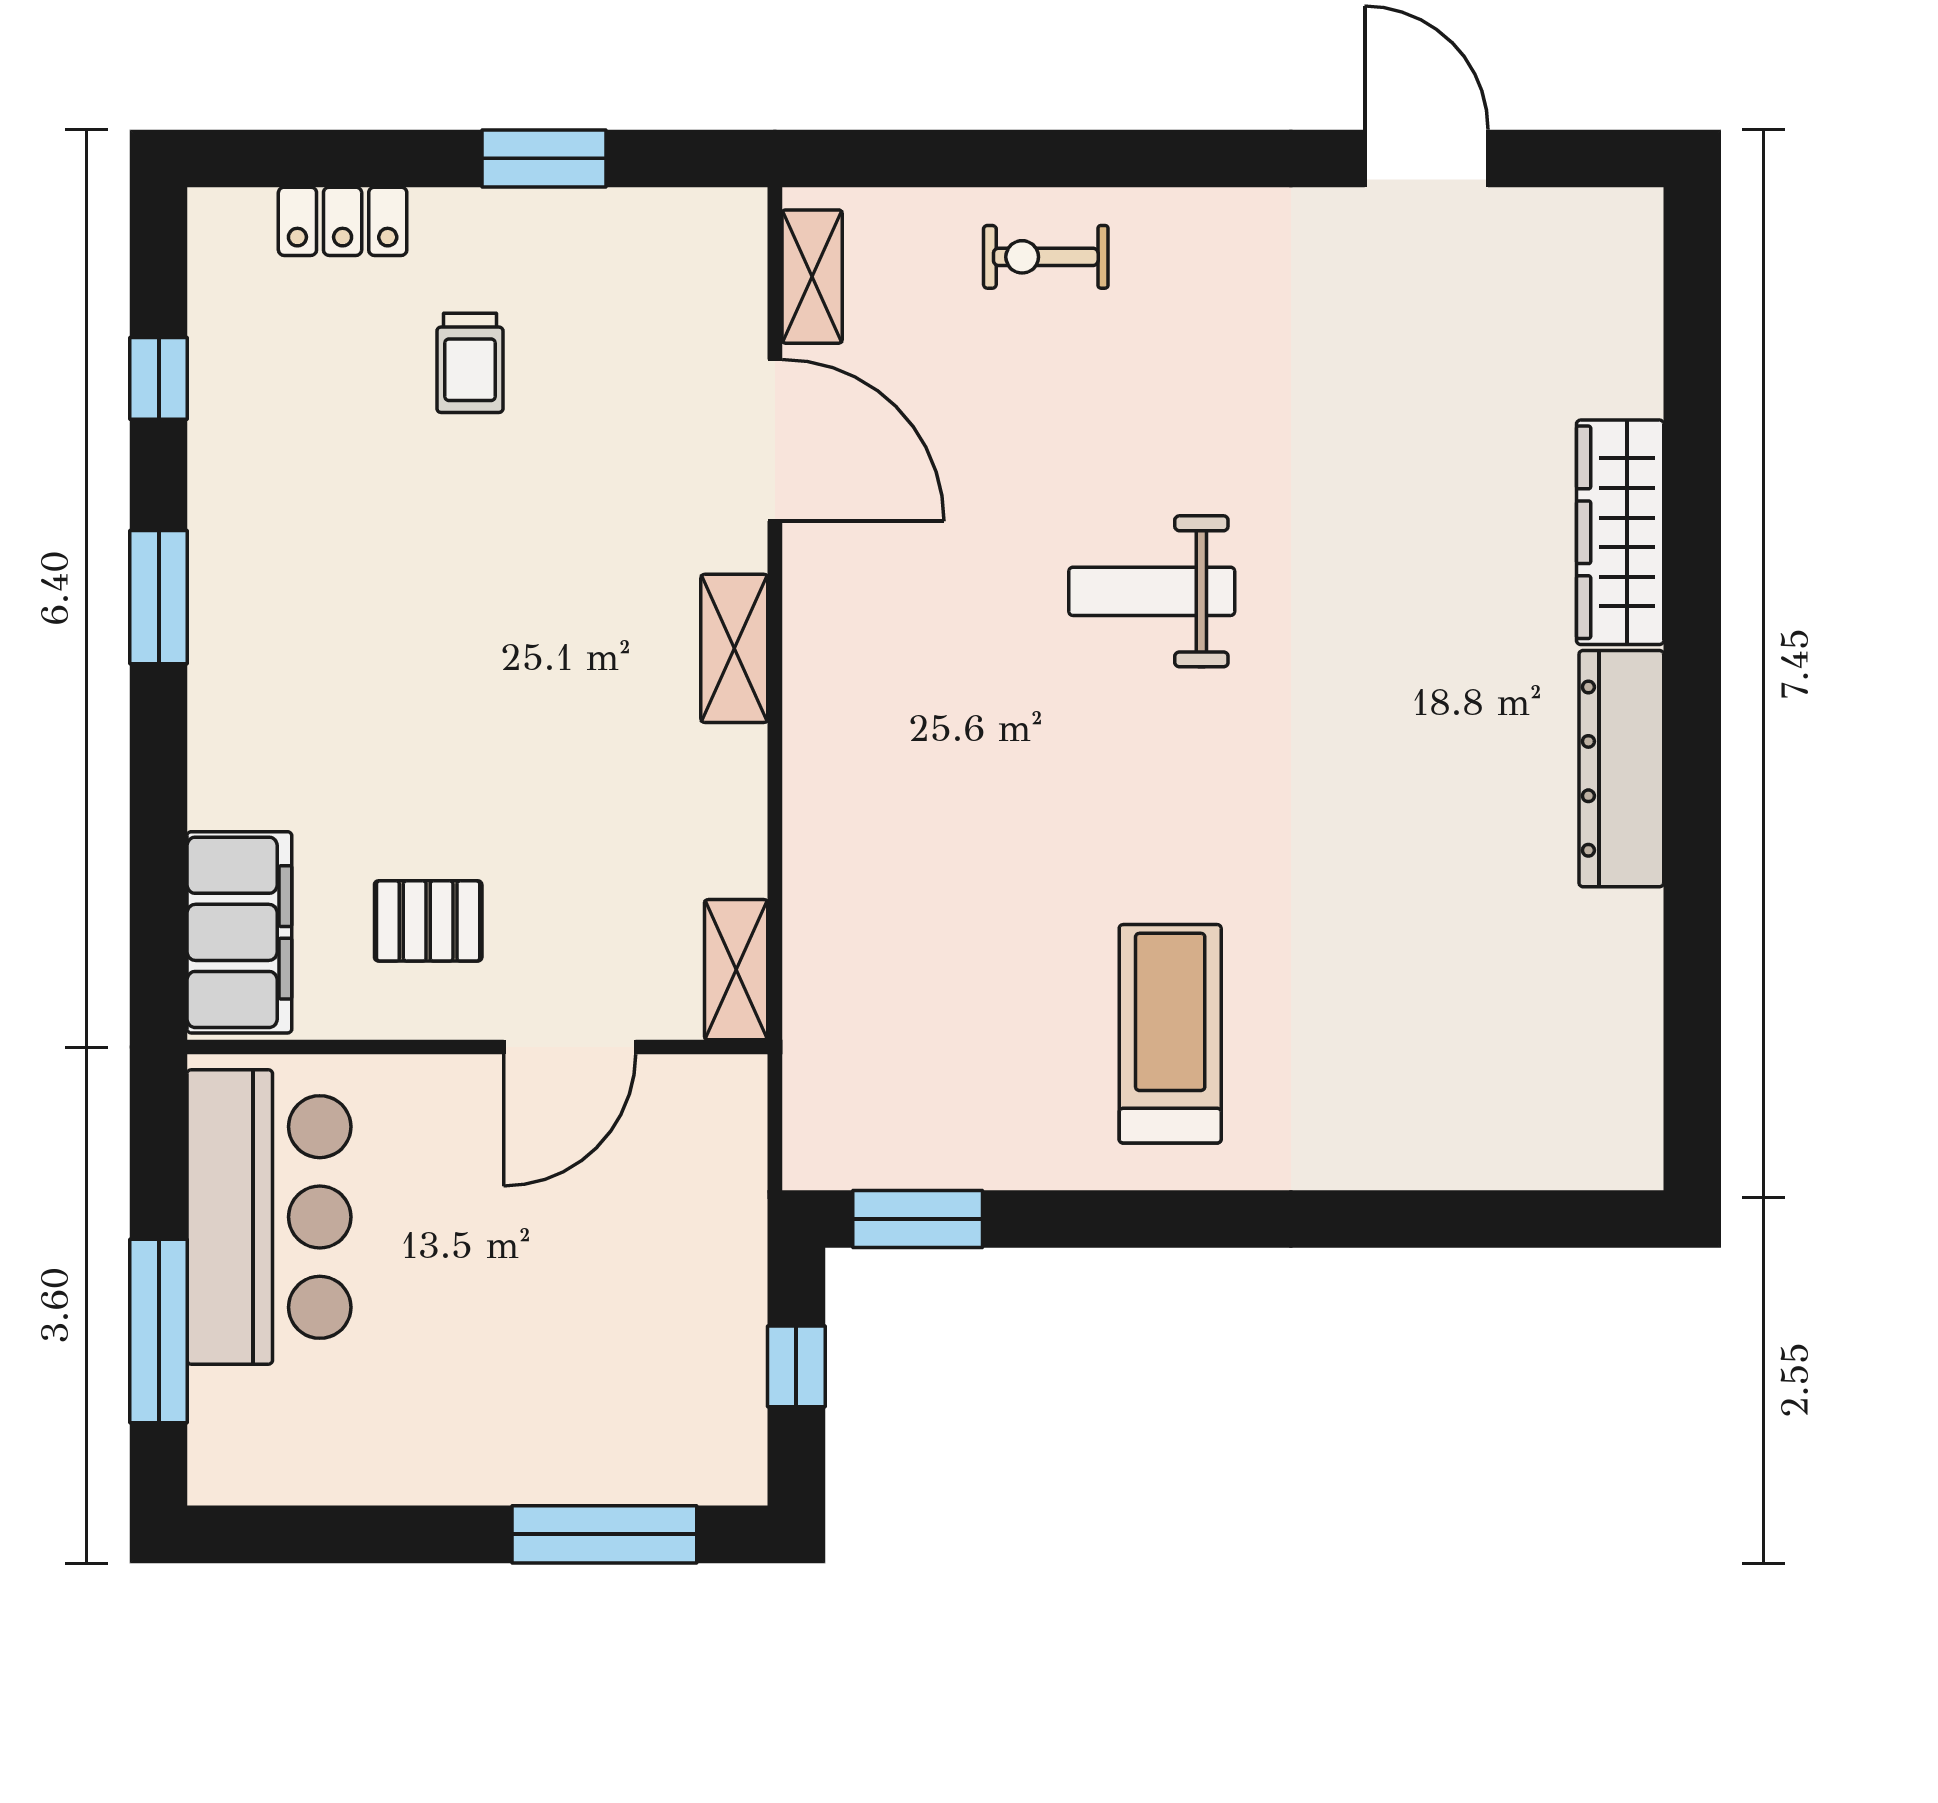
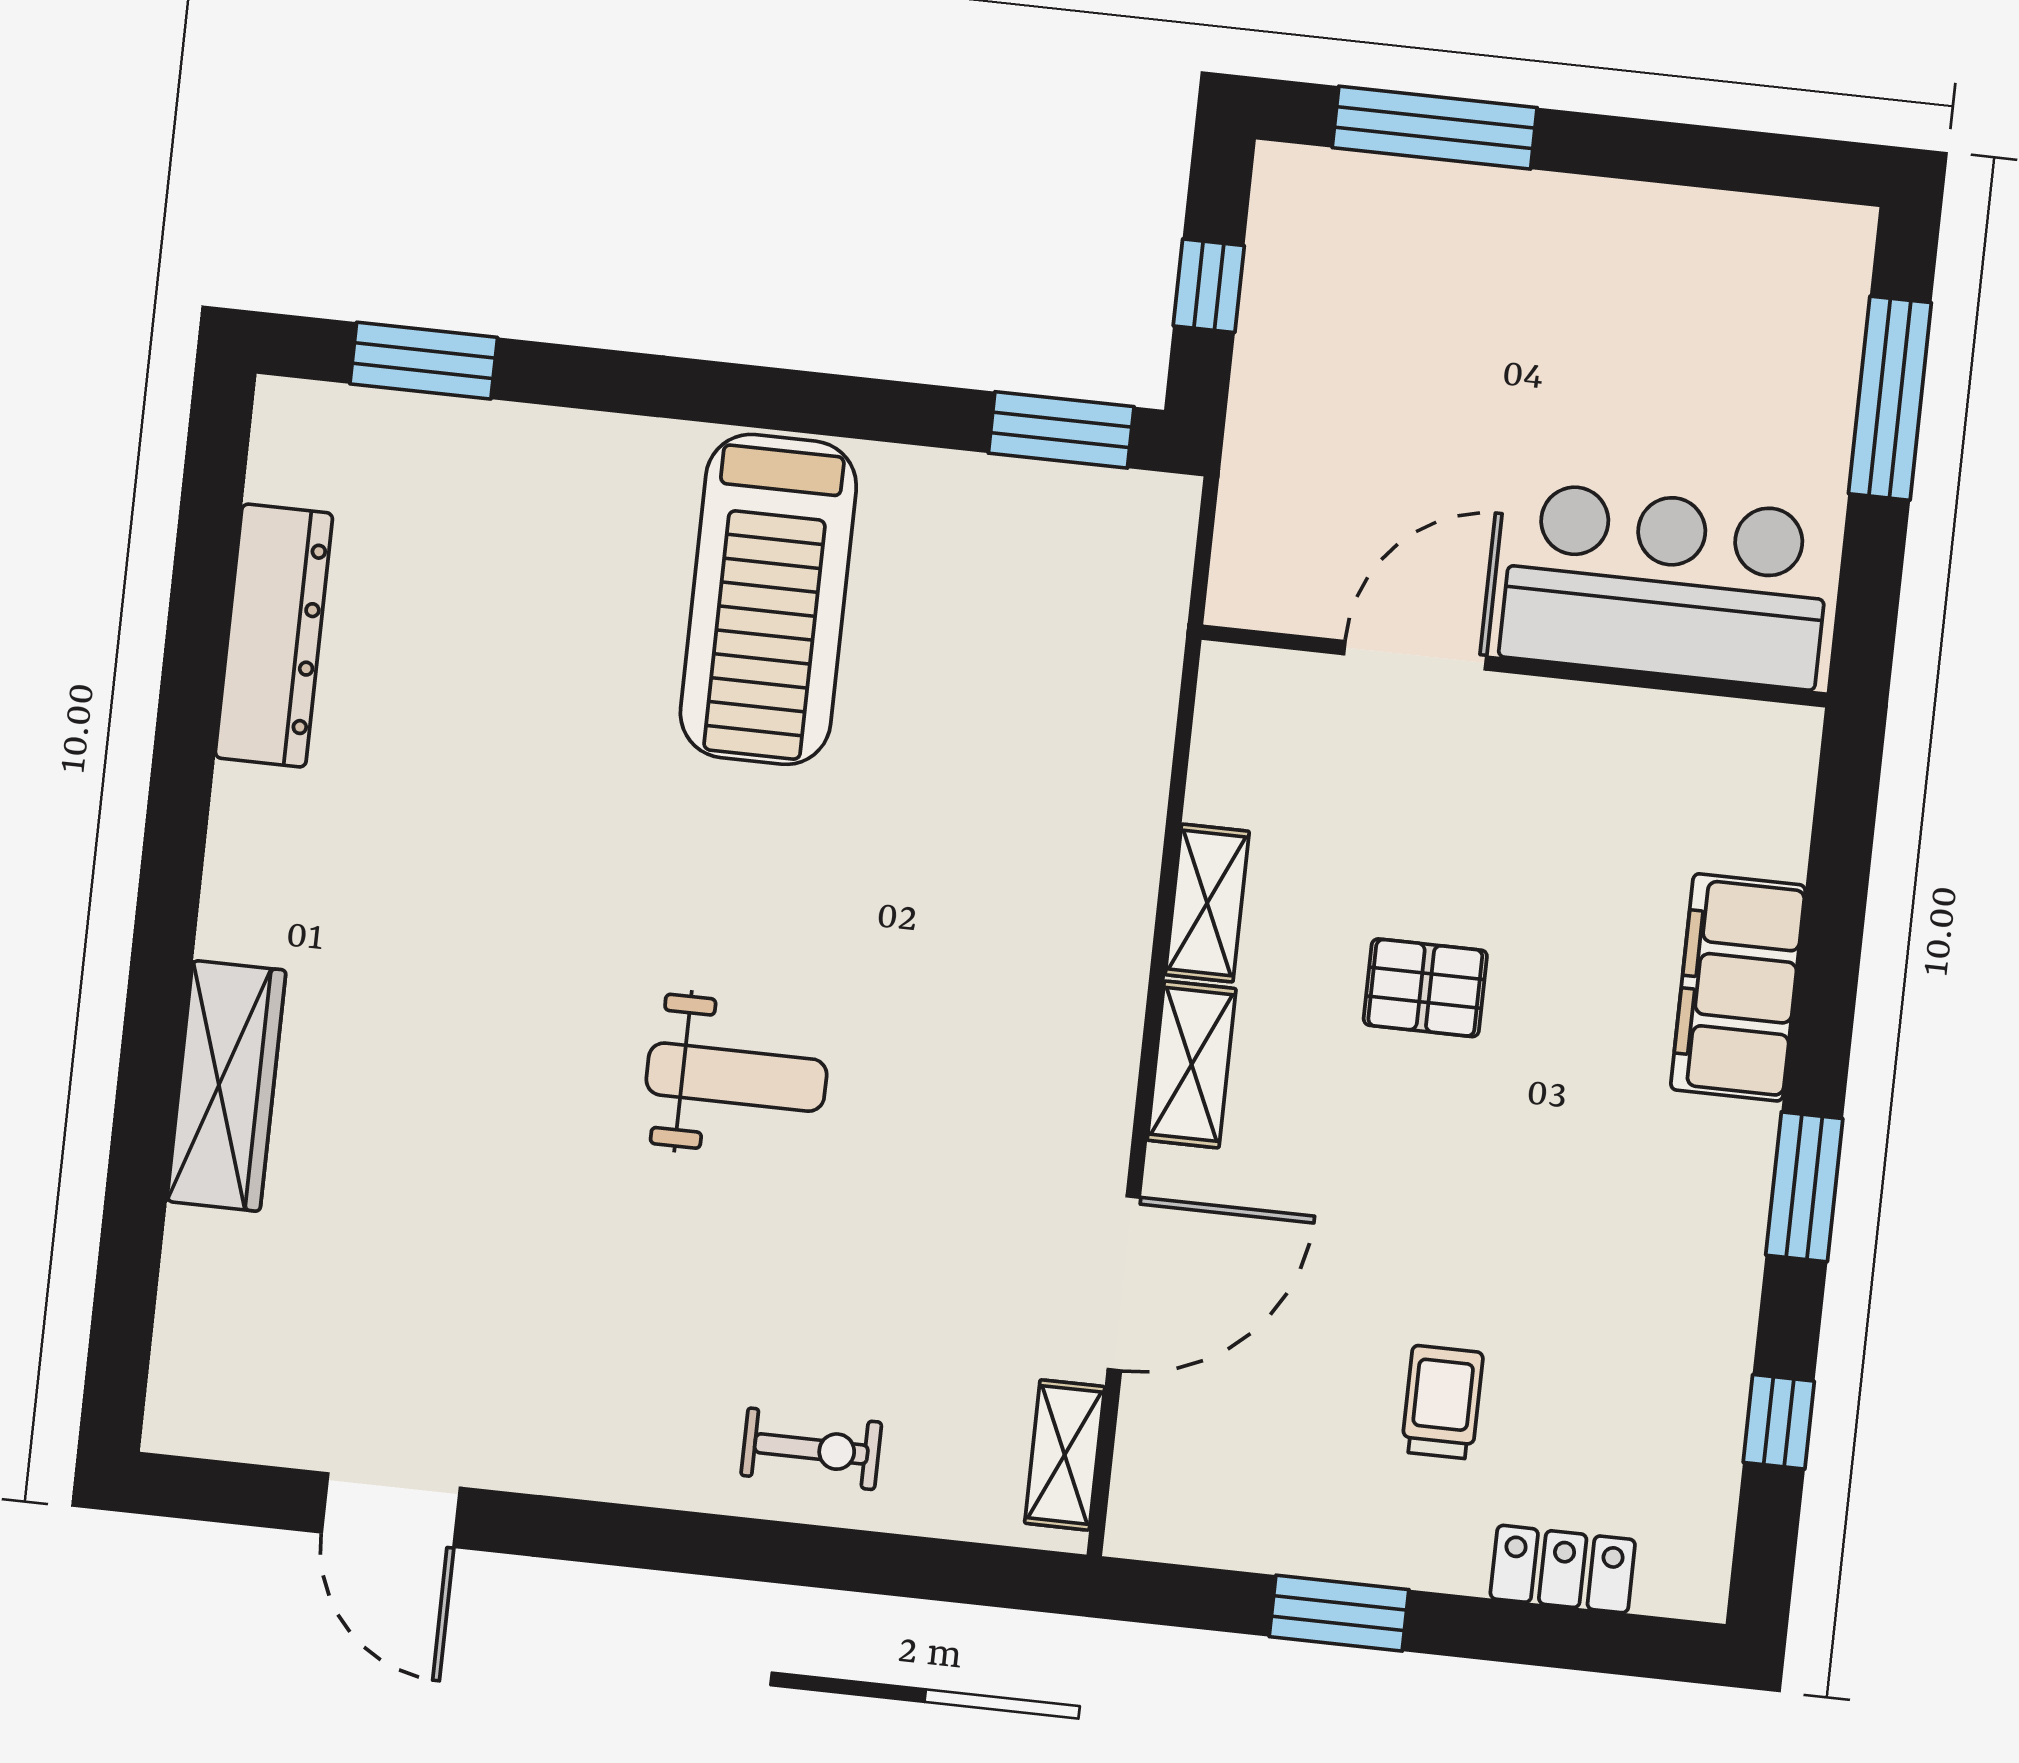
door: (775, 440) -> (1124, 1283), swing flipped
dresser: (1621, 769) -> (274, 636), moved
pallet: (428, 921) -> (1425, 988), moved
filing cabinet: (239, 932) -> (1738, 987), moved
shelving: (736, 970) -> (1207, 903), moved
treadmill: (1170, 1034) -> (768, 599), width x1.37, depth x1.38
bar counter: (269, 1217) -> (1666, 586), moved, turned 90
window: (1511, 1219) -> (424, 361), added

